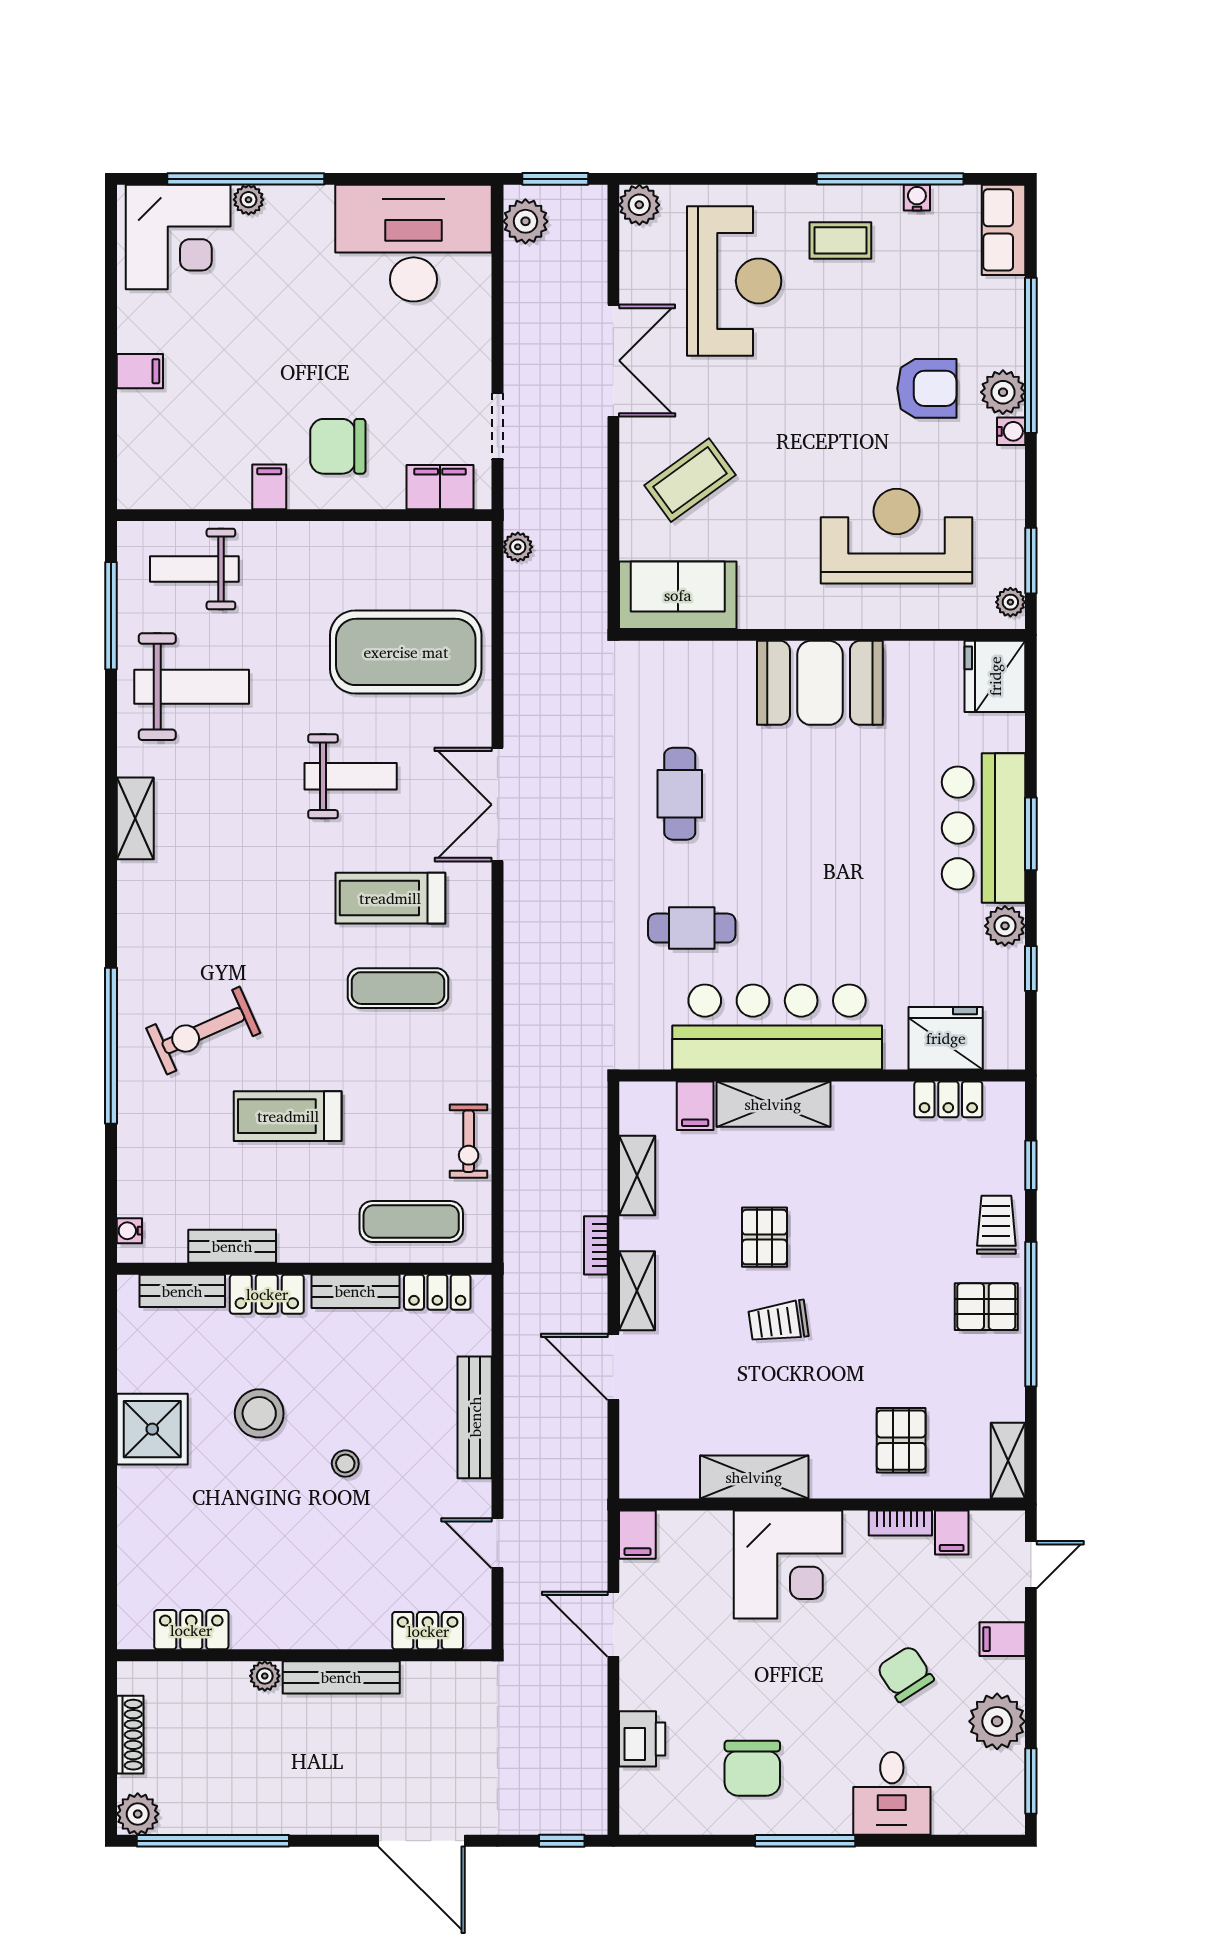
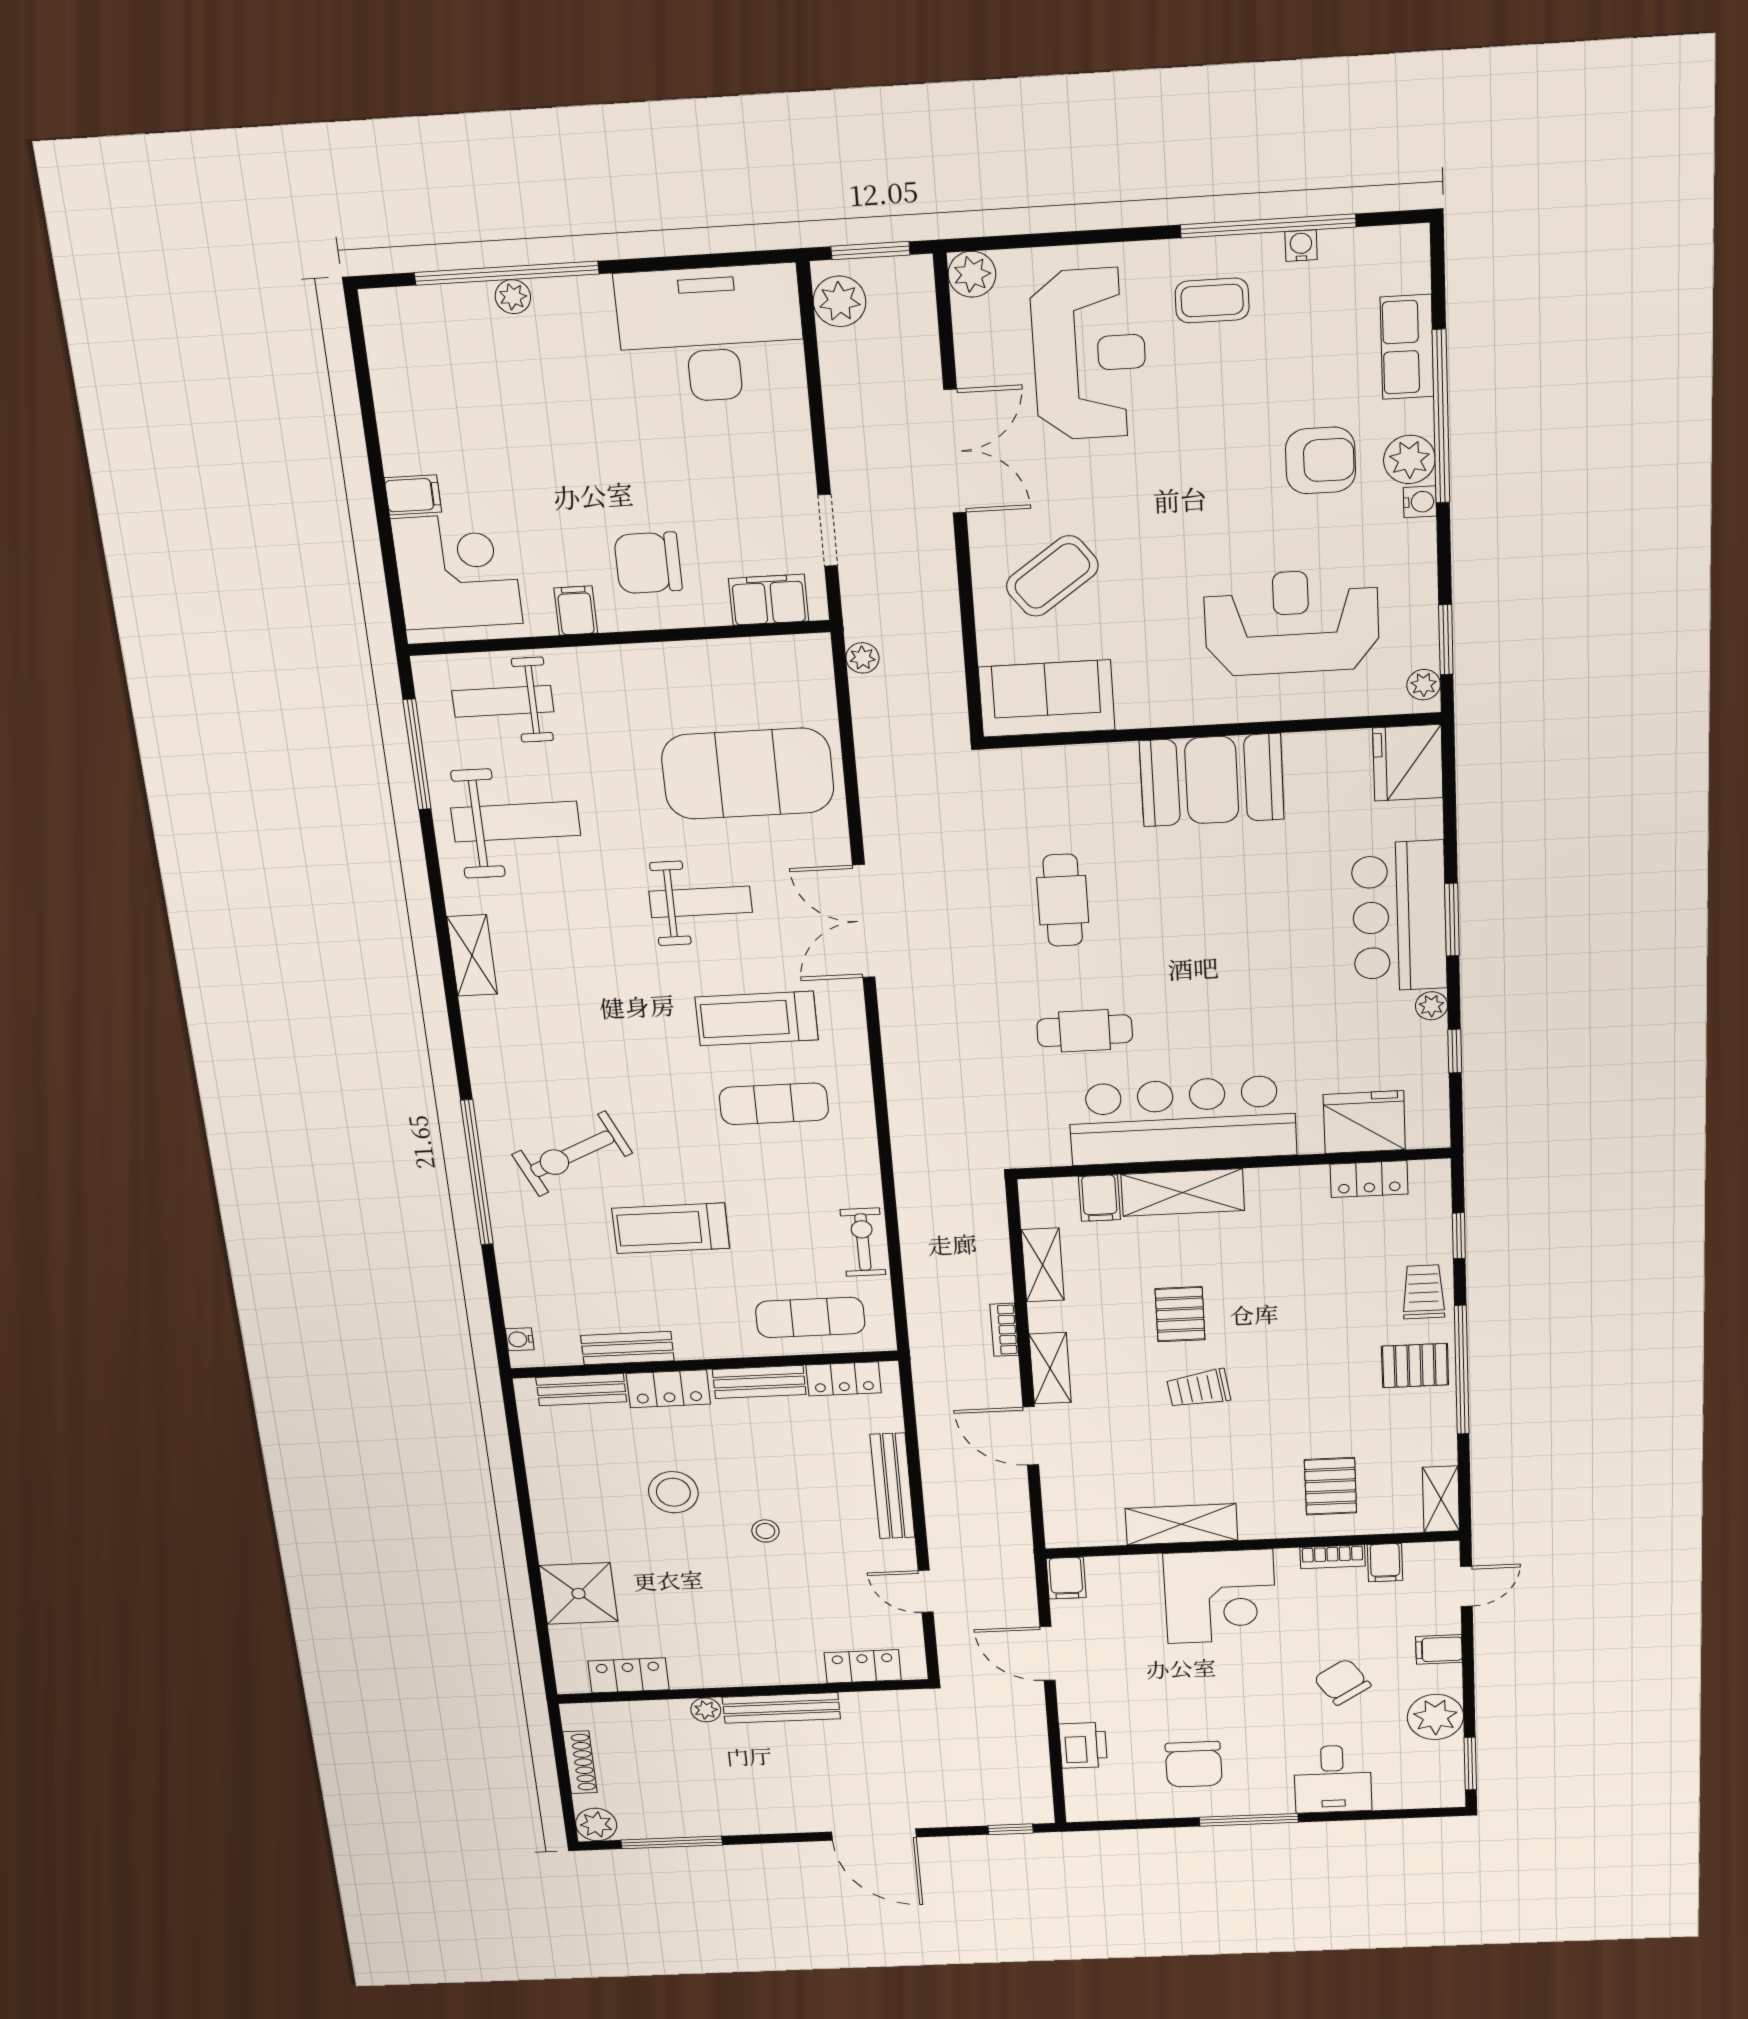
row of seats: (1003, 230) -> (1407, 347), moved
corner desk: (178, 237) -> (457, 571), moved, turned -90
plant: (1005, 926) -> (1431, 1006), width x0.73, depth x0.73
exercise bike: (469, 1141) -> (863, 1242), turned 180
shower: (152, 1429) -> (579, 1594), moved
window: (213, 1841) -> (672, 1842), width x0.68

